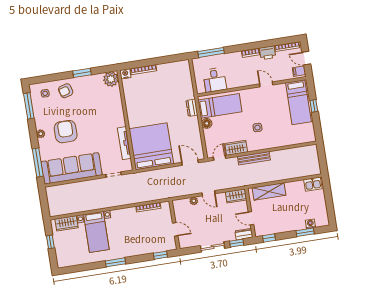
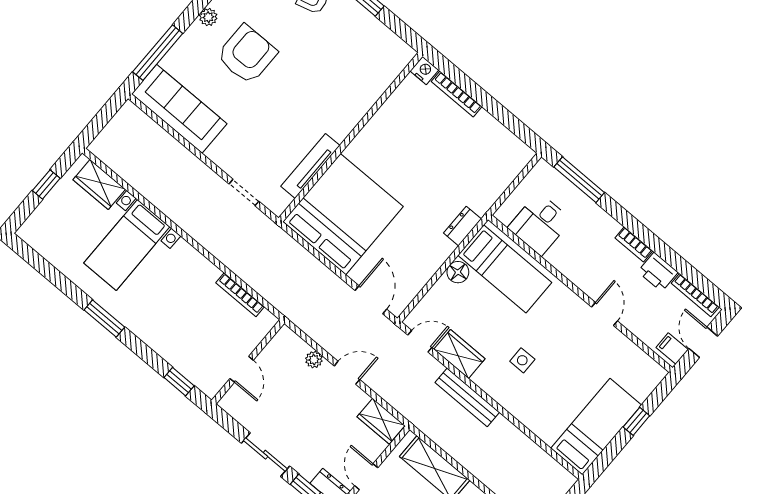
plant: (111, 79) -> (396, 55), removed
bed: (298, 102) -> (596, 427), moved, turned 180
sofa: (71, 168) -> (179, 109), width x0.74, depth x0.79
door: (208, 193) -> (347, 373), swing flipped

